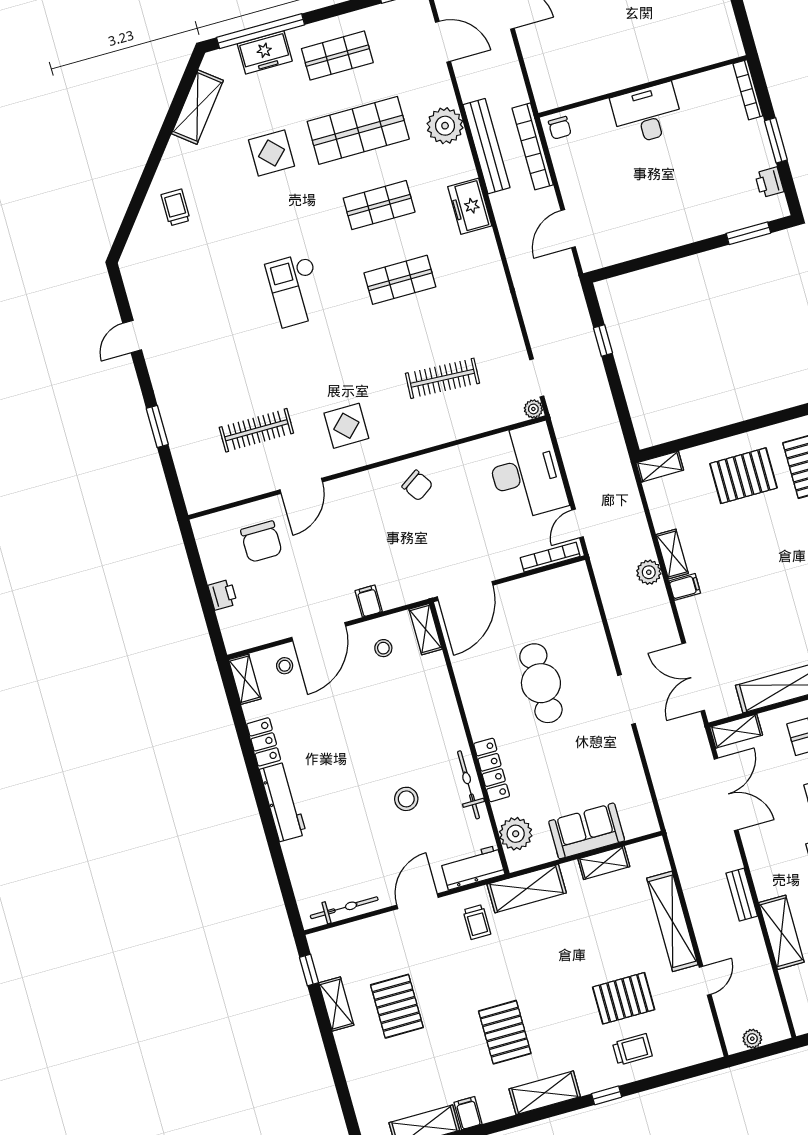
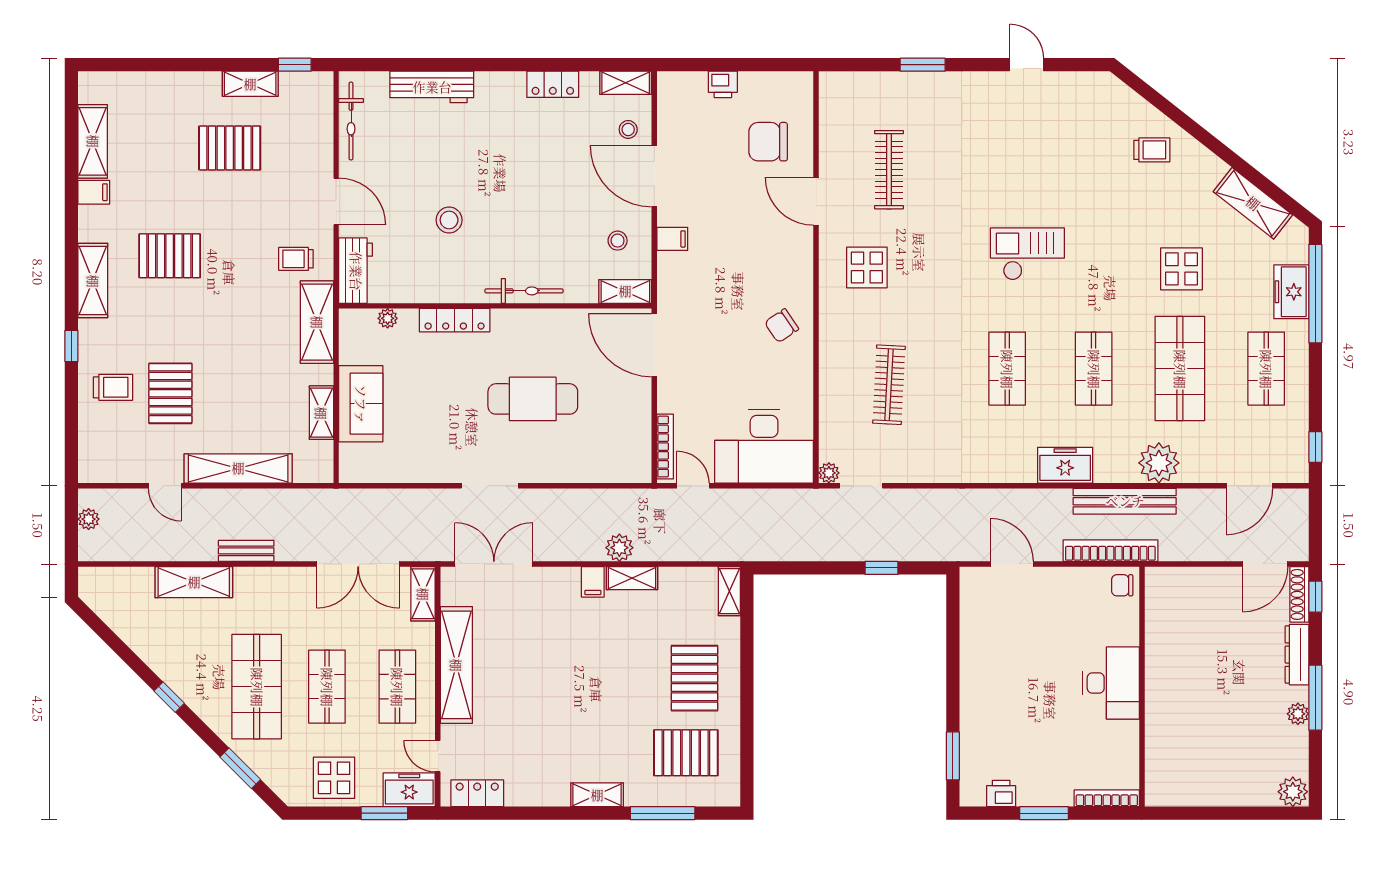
bicycle: (468, 785) -> (524, 291), moved
workbench: (283, 802) -> (432, 87), moved
plant: (516, 834) -> (388, 318), width x0.53, depth x0.53
trolley: (632, 1049) -> (113, 387), turned -90

